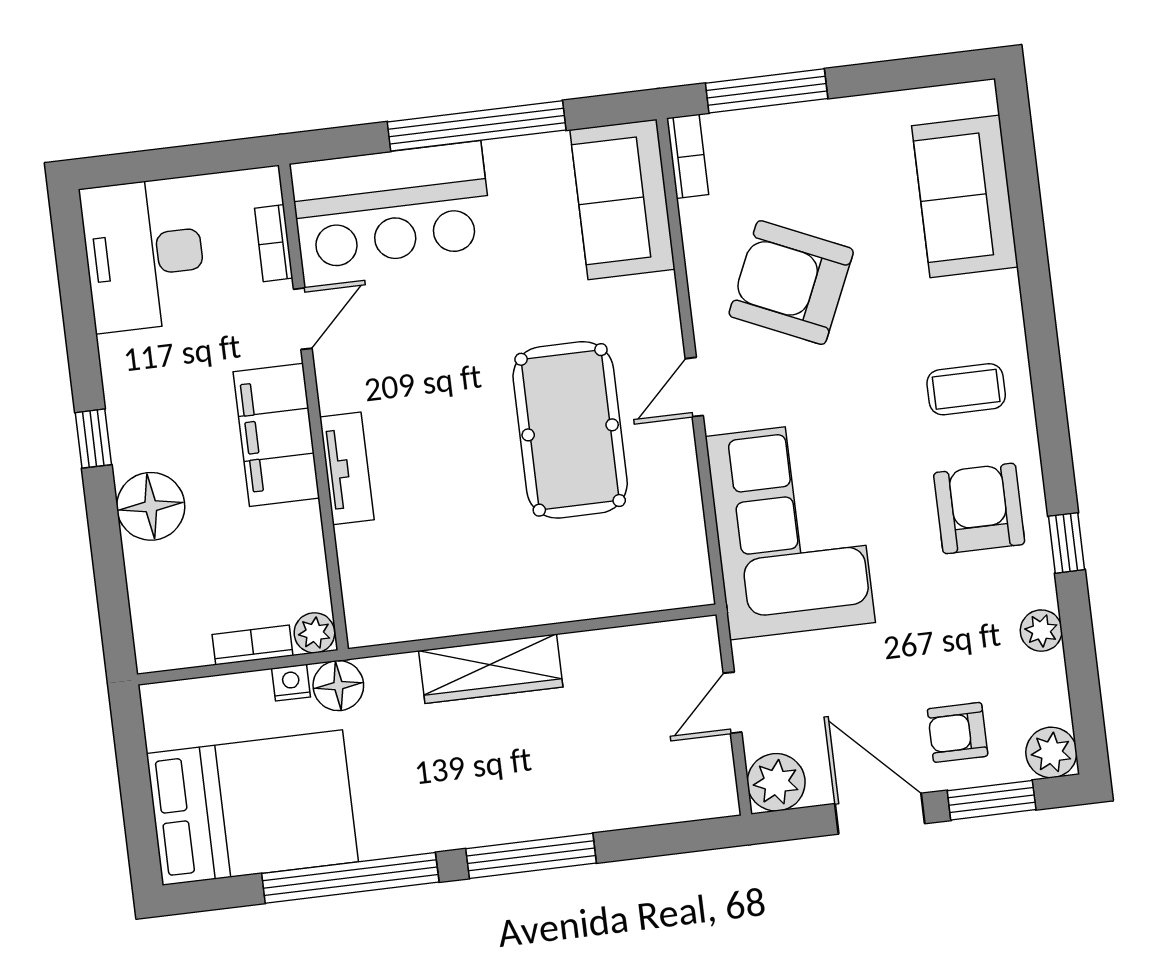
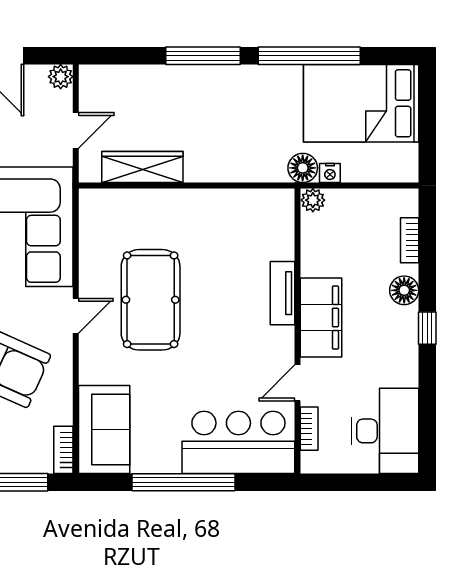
floor lamp: (151, 506) -> (404, 290), width x0.73, depth x0.73
bookcase: (253, 645) -> (410, 240), moved, turned 90
wardrobe: (491, 669) -> (142, 167), moved
plant: (776, 782) -> (61, 77), width x0.73, depth x0.73

